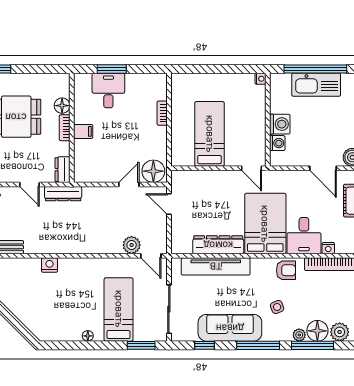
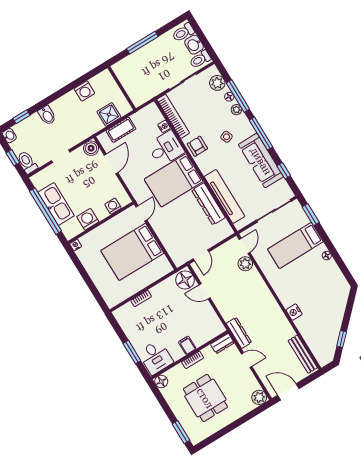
desk: (108, 91) -> (156, 357), moved, turned -90
floor lamp: (62, 106) -> (161, 381), moved
washing machine: (280, 124) -> (88, 219), moved
bed: (210, 134) -> (132, 252), width x1.50
door: (30, 184) -> (247, 360), hinge flipped
floor lamp: (317, 331) -> (229, 97), width x0.53, depth x0.53

